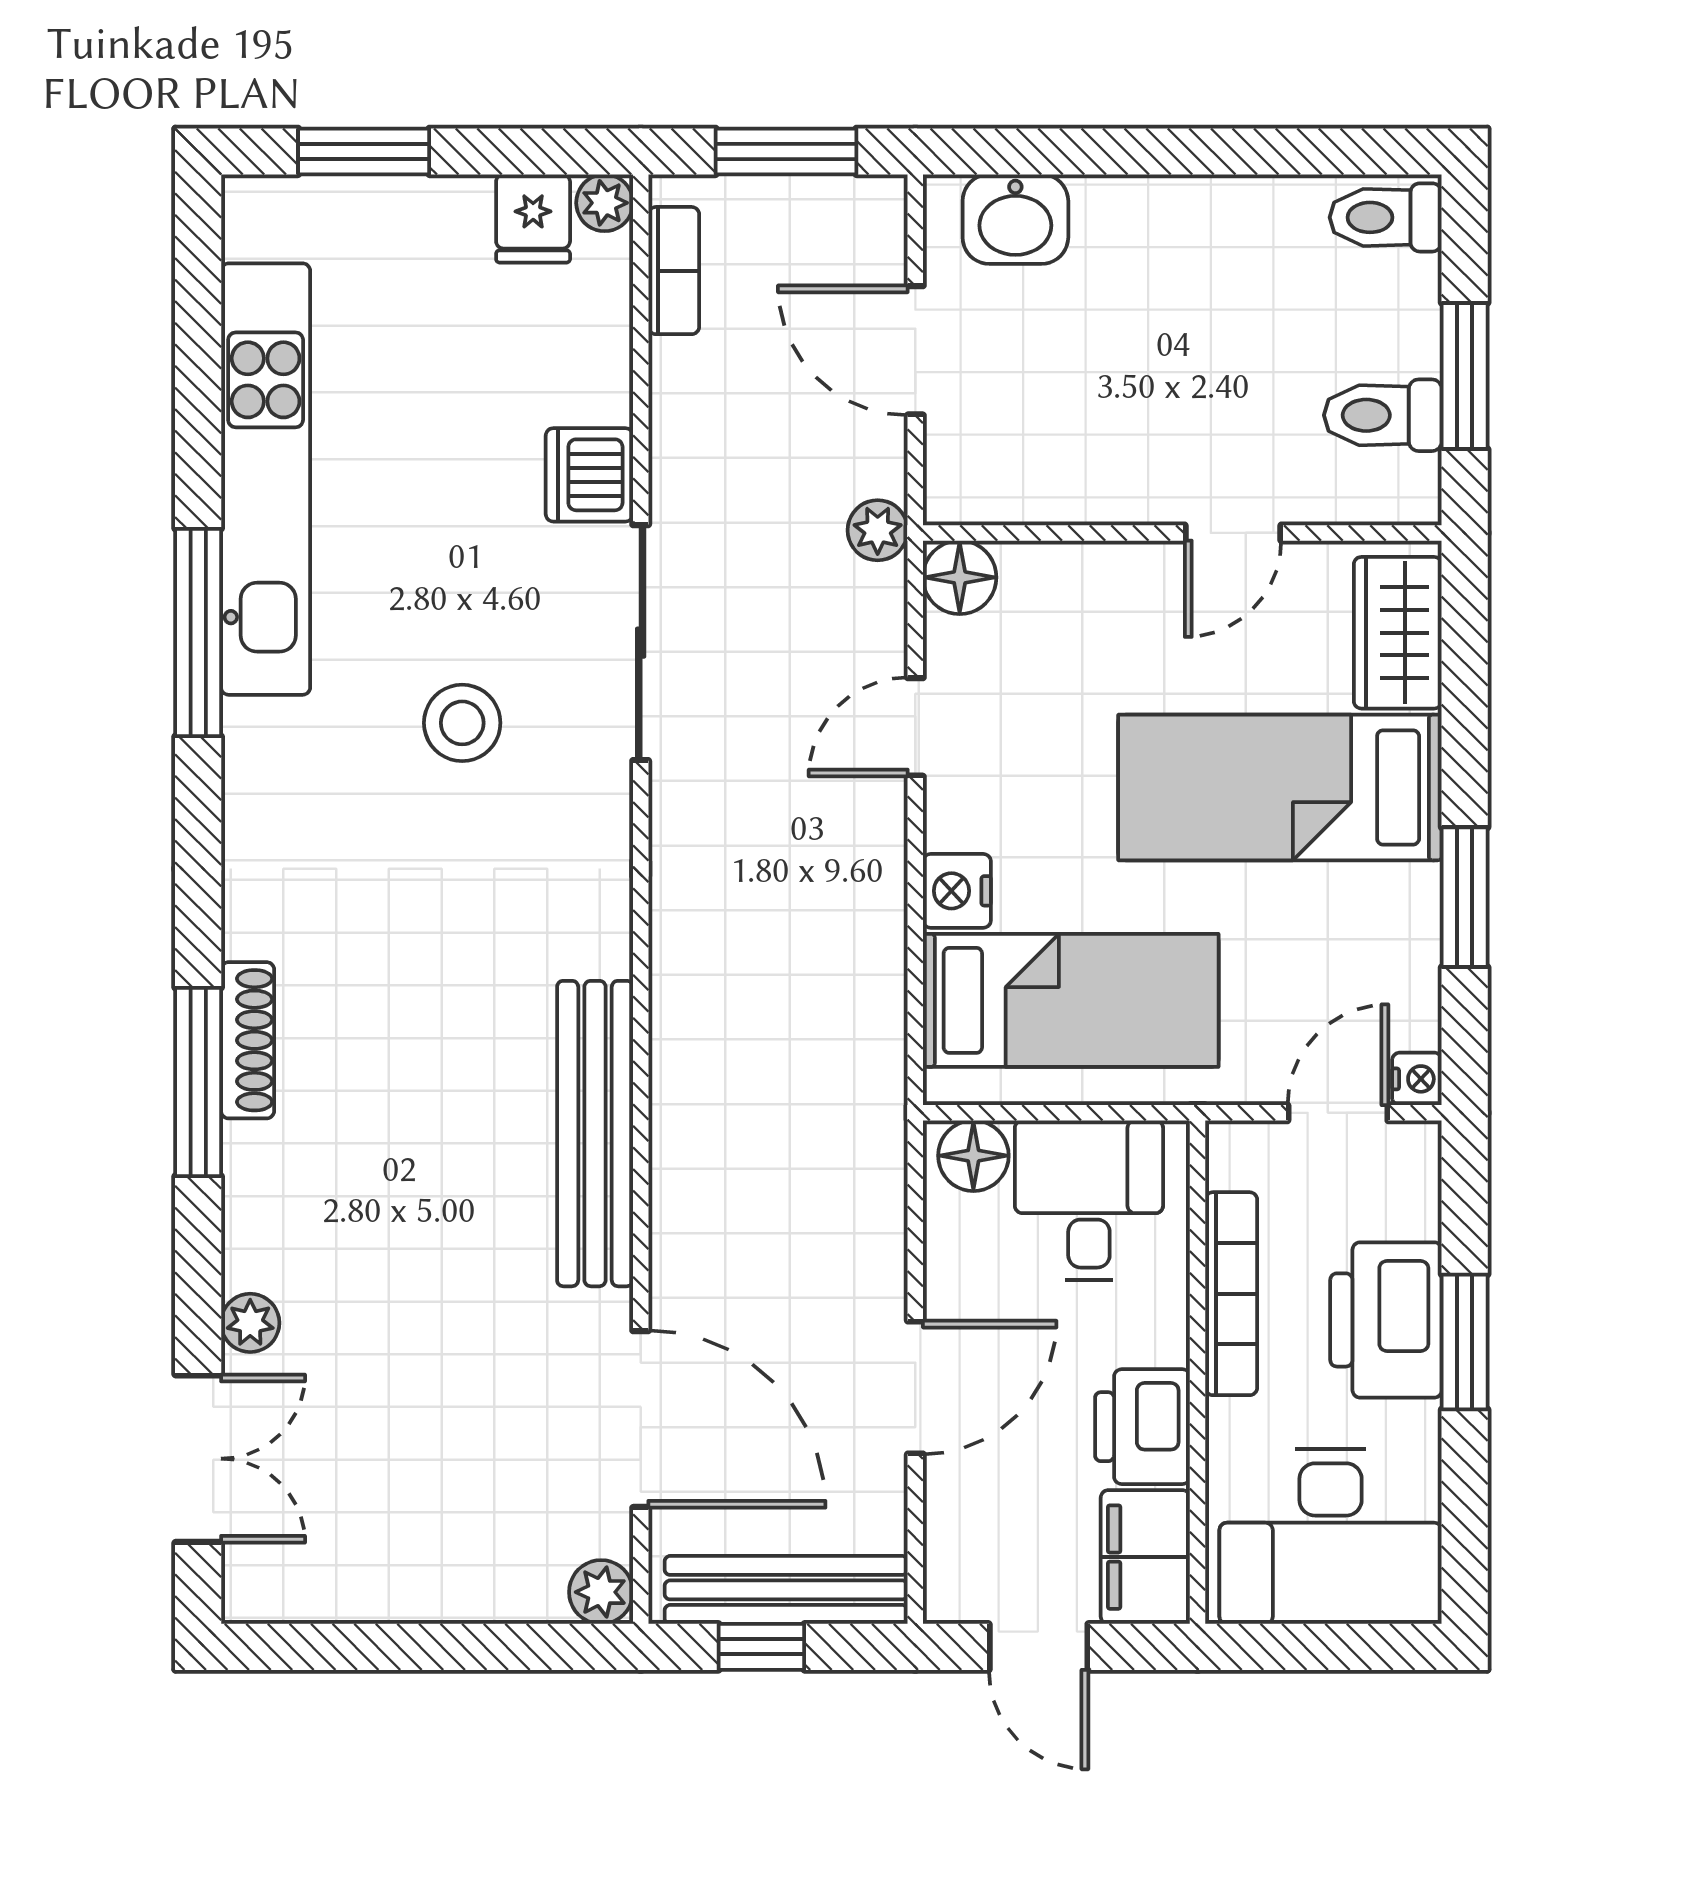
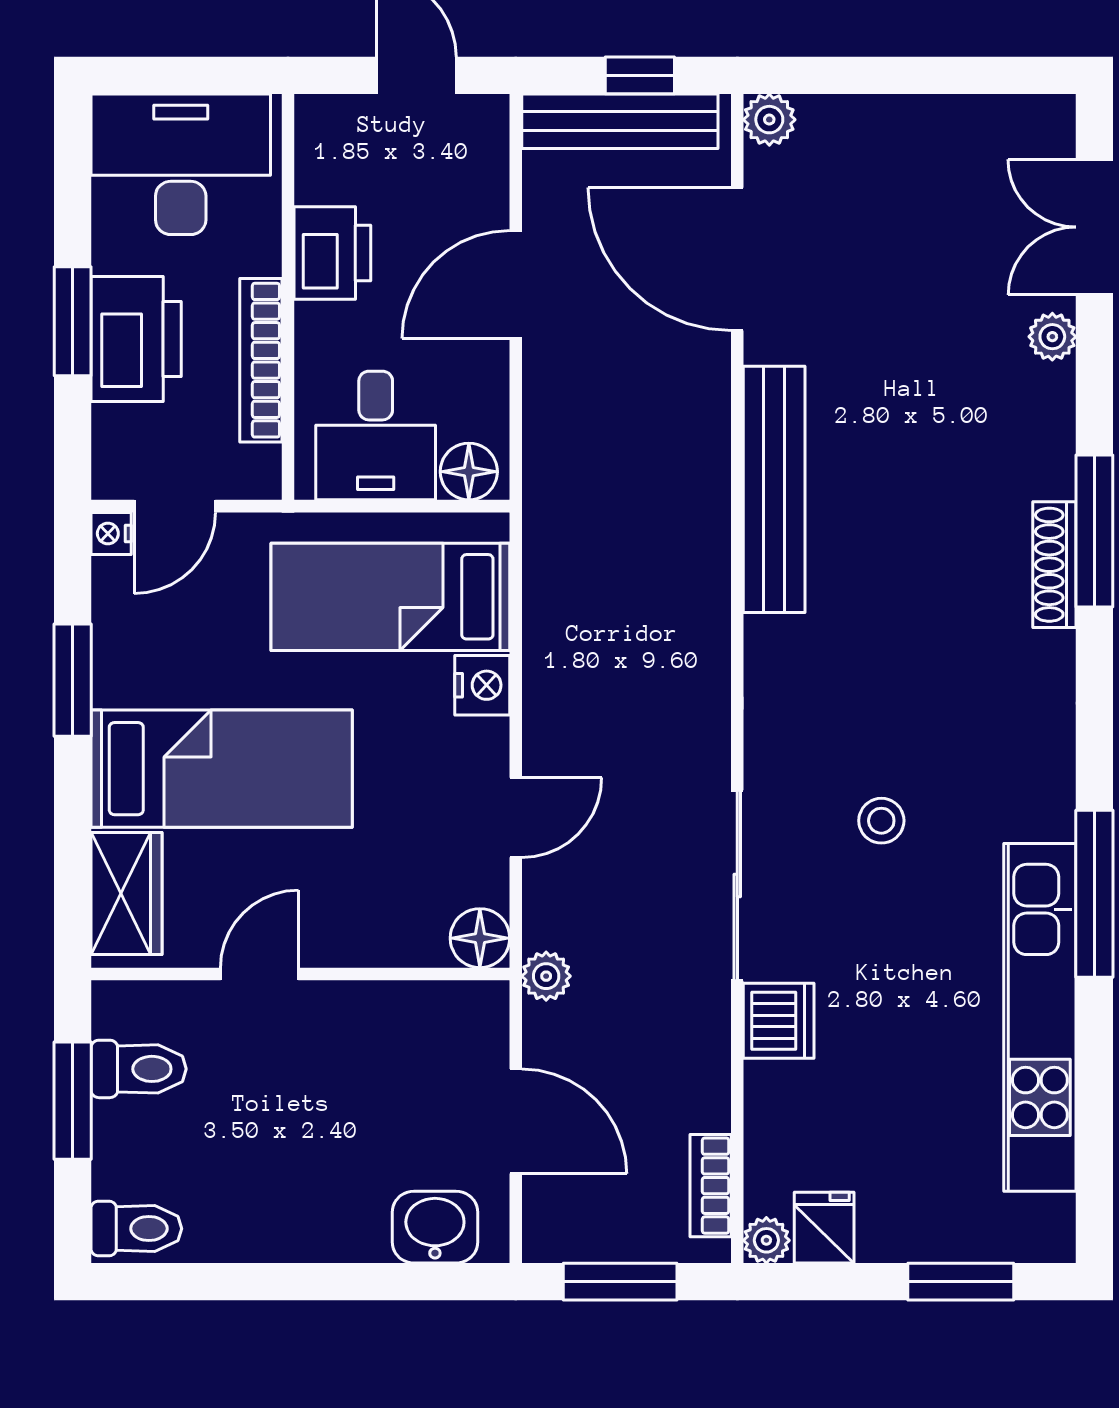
stool: (462, 723) -> (881, 821), width x0.73, depth x0.73
filing cabinet: (1145, 1557) -> (330, 148), removed

